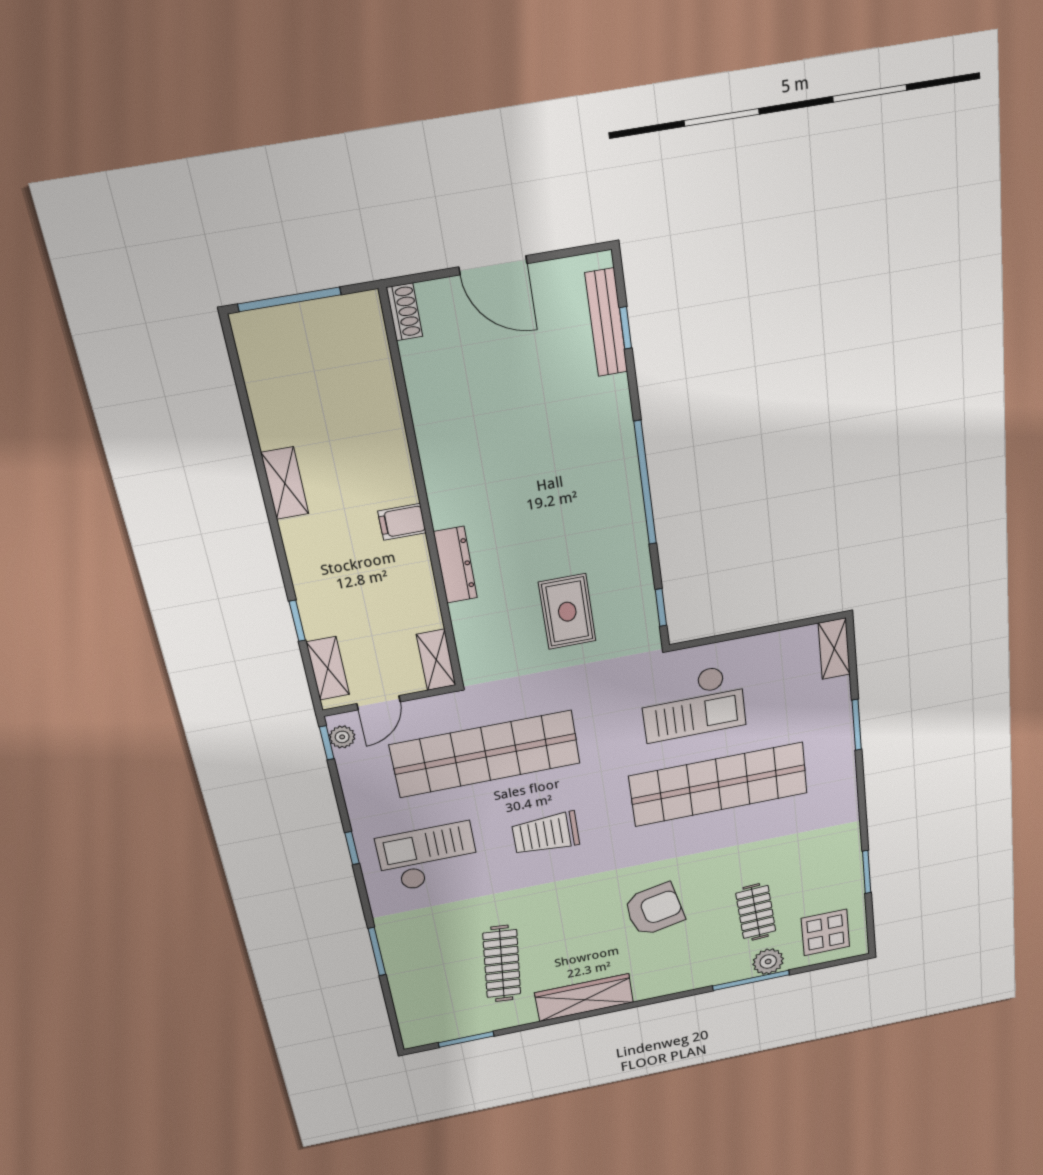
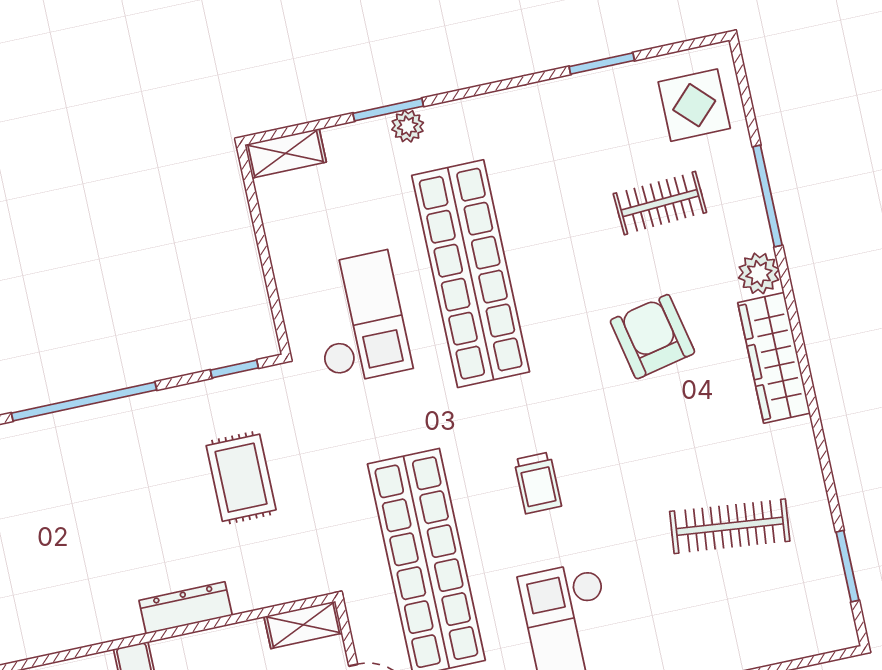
rug: (567, 612) -> (241, 478), turned 90
plant: (841, 739) -> (408, 126), added
trolley: (546, 834) -> (538, 483), width x0.73, depth x0.72
plant: (768, 962) -> (759, 273), moved
wardrobe: (584, 998) -> (774, 358), moved

